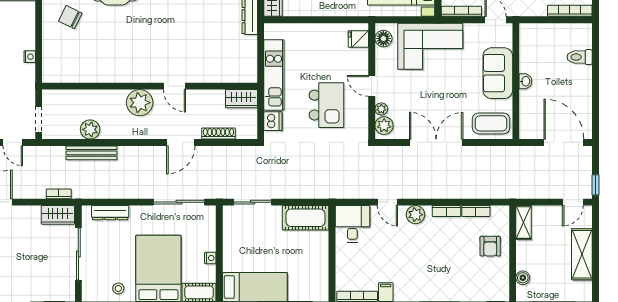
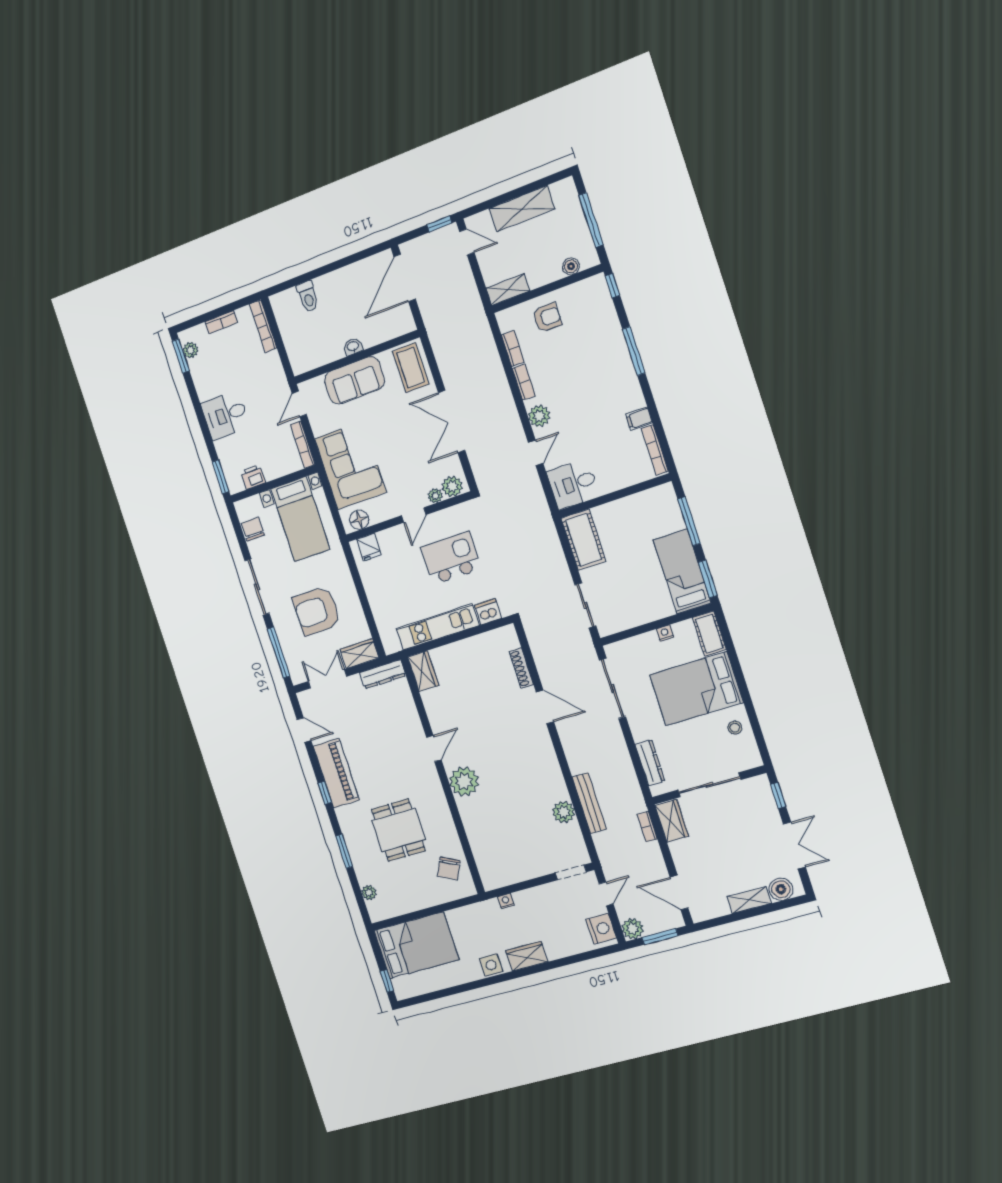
wall: (150, 86) -> (443, 776), moved
door: (175, 86) -> (434, 749), moved
wardrobe: (241, 99) -> (423, 671), moved
plant: (140, 103) -> (464, 781), moved

